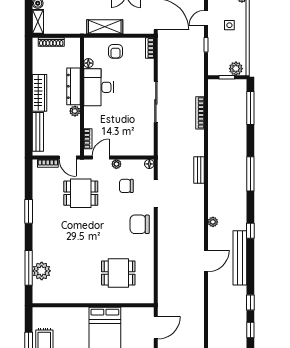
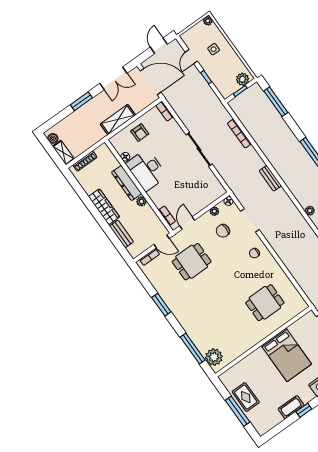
bench: (38, 132) -> (121, 234), width x0.73
plant: (116, 164) -> (214, 211), moved
chair: (140, 224) -> (254, 253), width x0.54, depth x0.54
plant: (42, 271) -> (214, 357), moved

